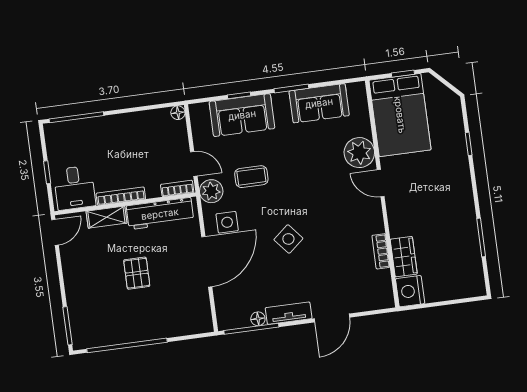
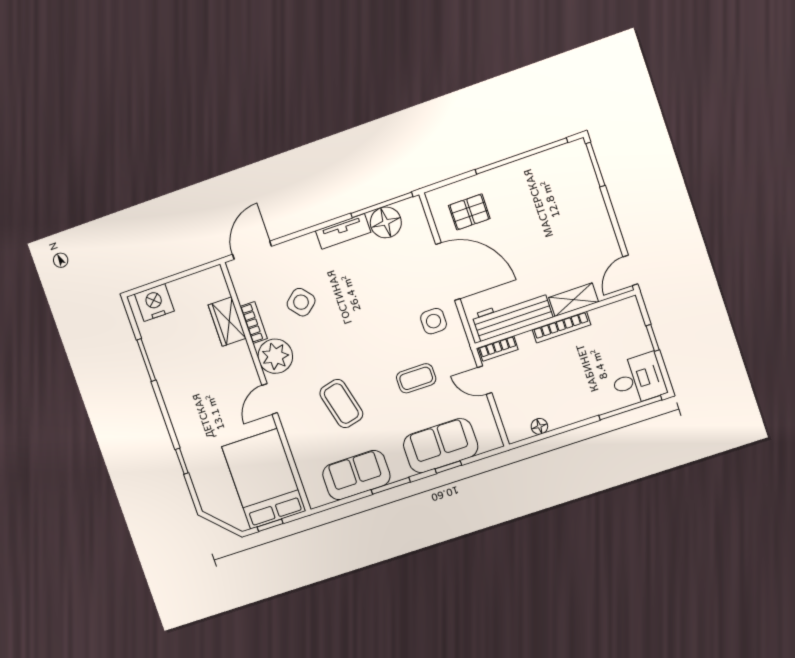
floor lamp: (178, 113) -> (539, 426), moved
plant: (359, 153) -> (275, 356), moved
coffee table: (320, 167) -> (341, 404), added
door: (381, 183) -> (270, 399), swing flipped
desk: (74, 188) -> (638, 379), moved, turned 90
plant: (211, 191) -> (459, 353), removed
side table: (288, 239) -> (301, 302), moved
door: (207, 262) -> (448, 272), swing flipped
pallet: (137, 273) -> (469, 212), moved, turned 90
nightstand: (410, 291) -> (154, 302), moved, turned -90
door: (332, 318) -> (252, 250), moved
floor lamp: (258, 319) -> (386, 222), width x1.89, depth x1.89

